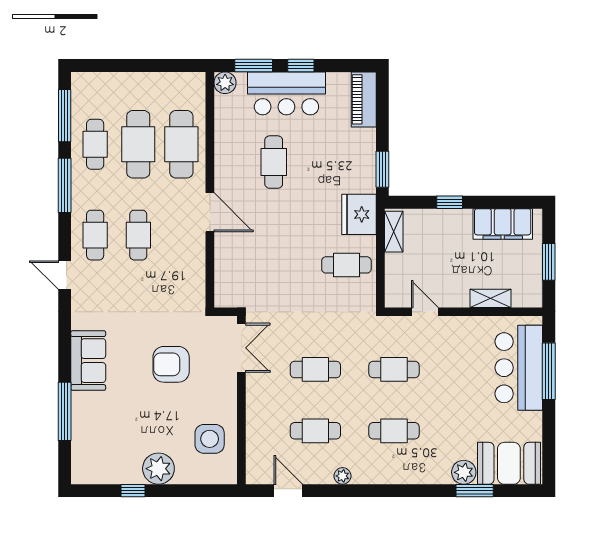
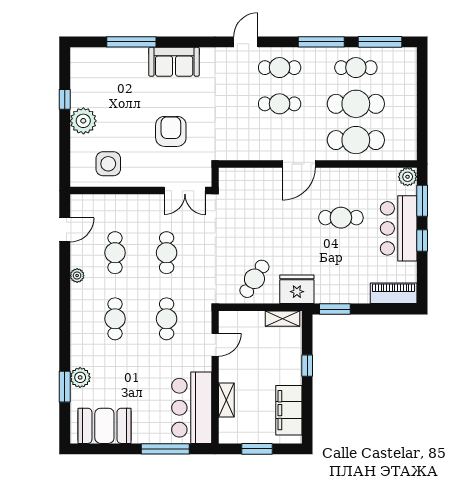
cafe table: (346, 265) -> (254, 279), turned 32
bar counter: (519, 368) -> (192, 408), moved, turned -90
booth: (509, 463) -> (104, 426), moved, turned 90

